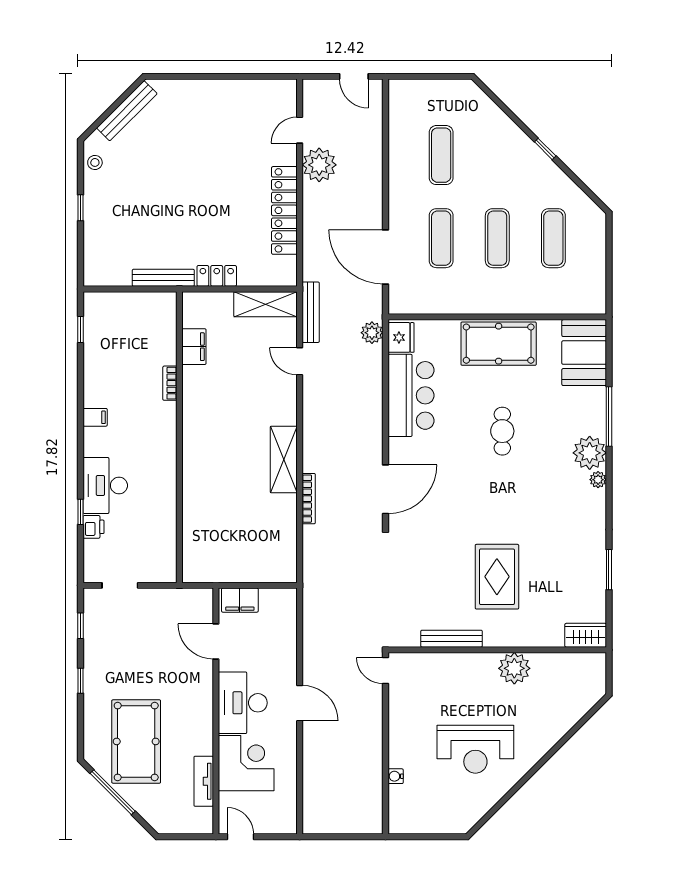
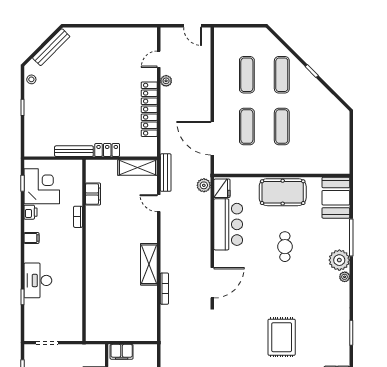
plant: (319, 165) -> (166, 81), width x0.53, depth x0.53
exercise mat: (553, 238) -> (282, 75), moved
corner desk: (112, 334) -> (42, 186), added
printer: (94, 527) -> (31, 212), moved

